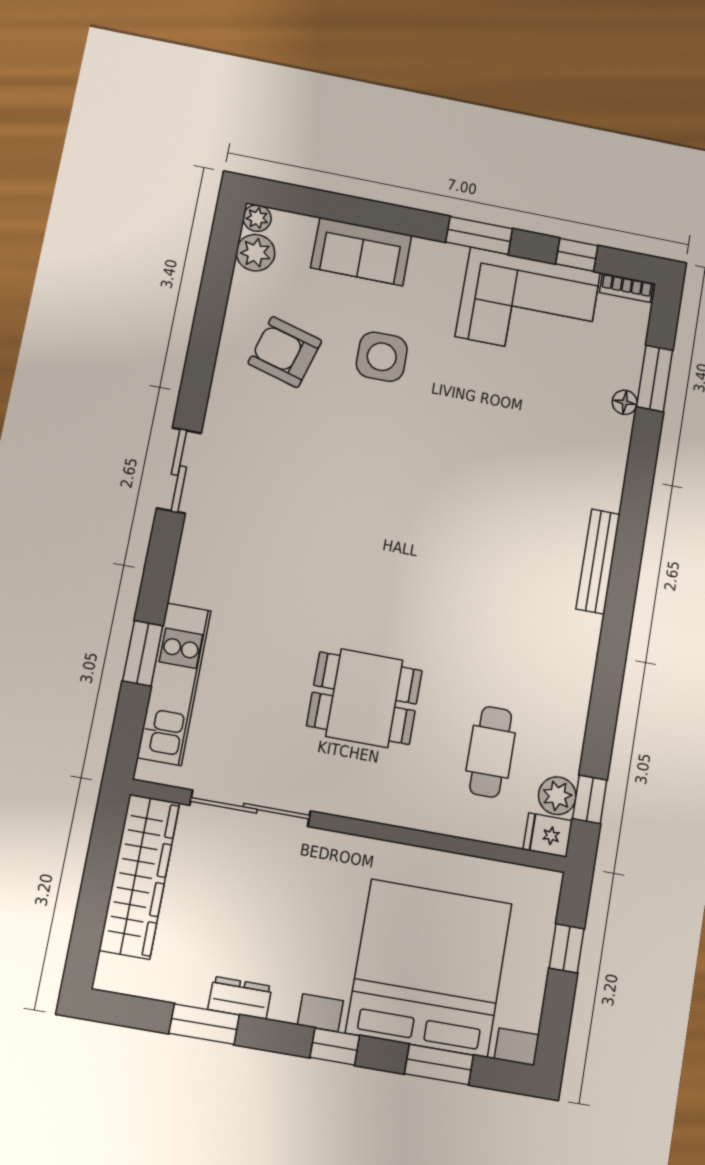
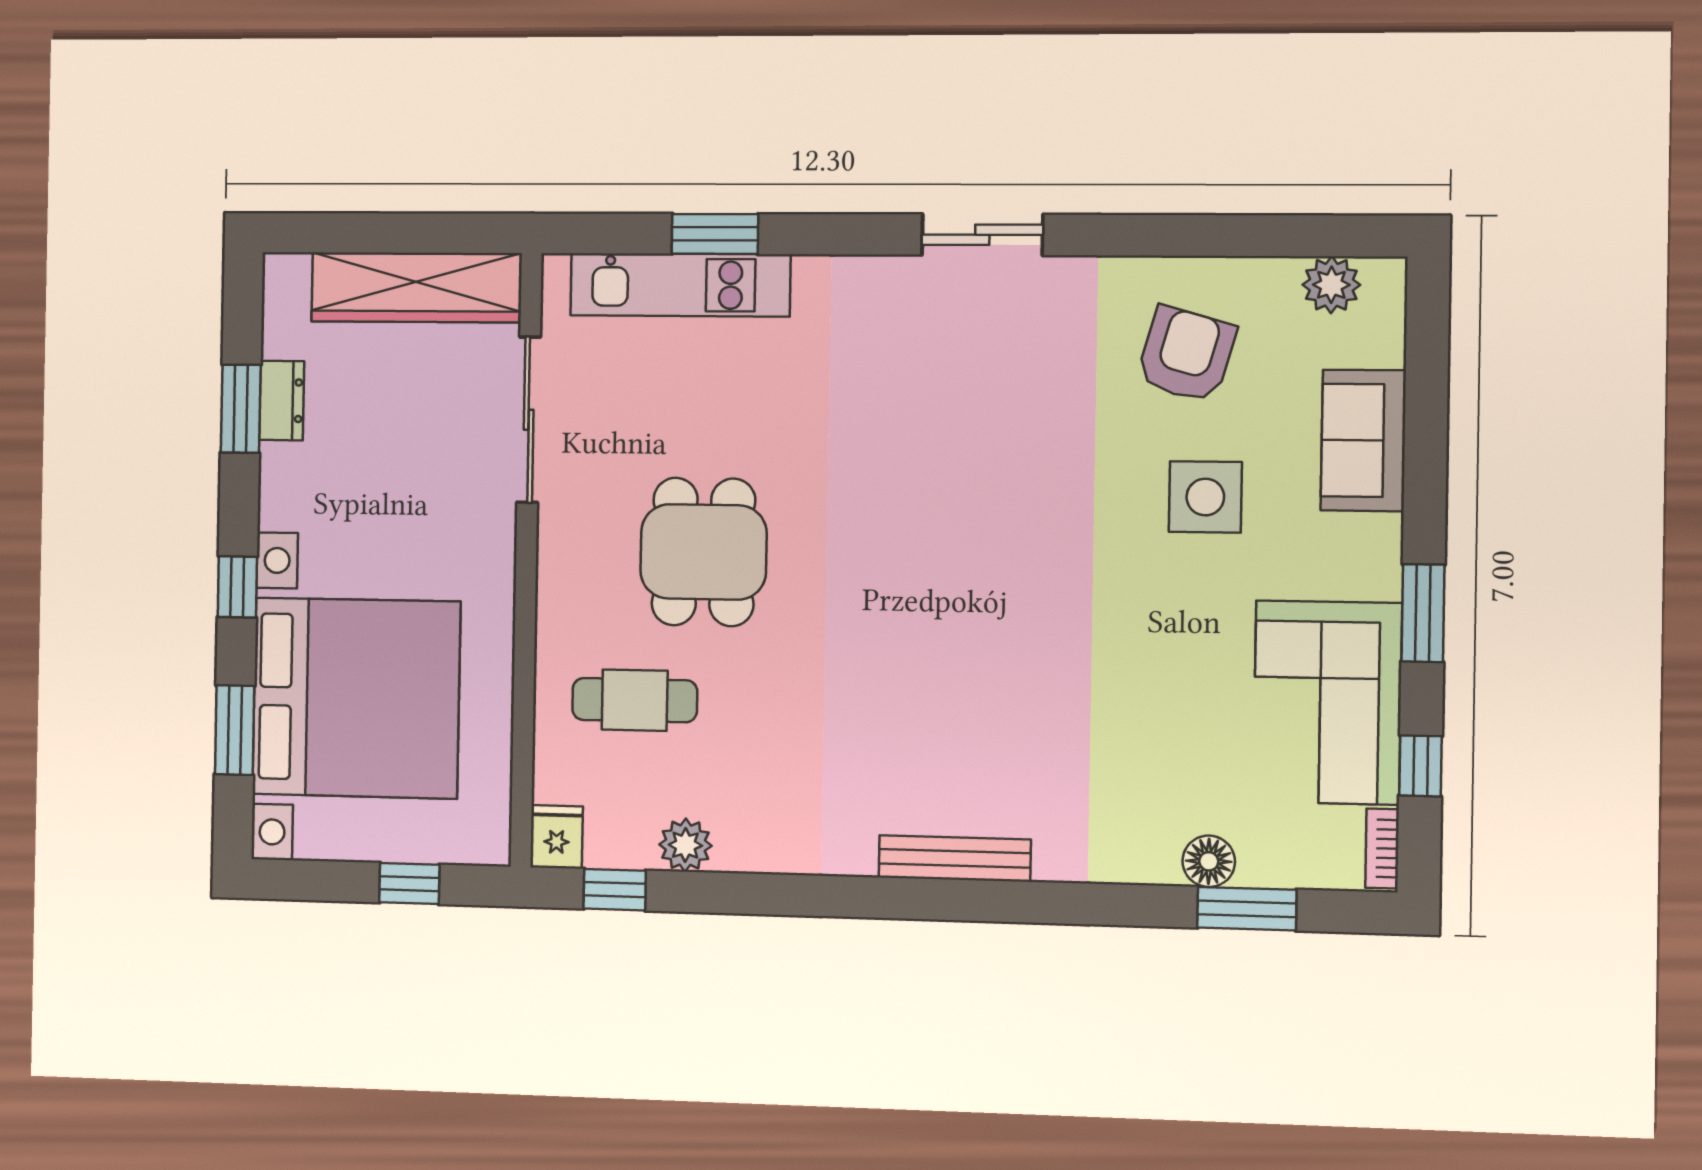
plant: (257, 218) -> (1386, 277), removed
floor lamp: (625, 402) -> (1209, 861), width x1.37, depth x1.37
cafe table: (491, 752) -> (635, 700), moved
plant: (557, 796) -> (685, 845), moved
dresser: (240, 998) -> (282, 401), moved

